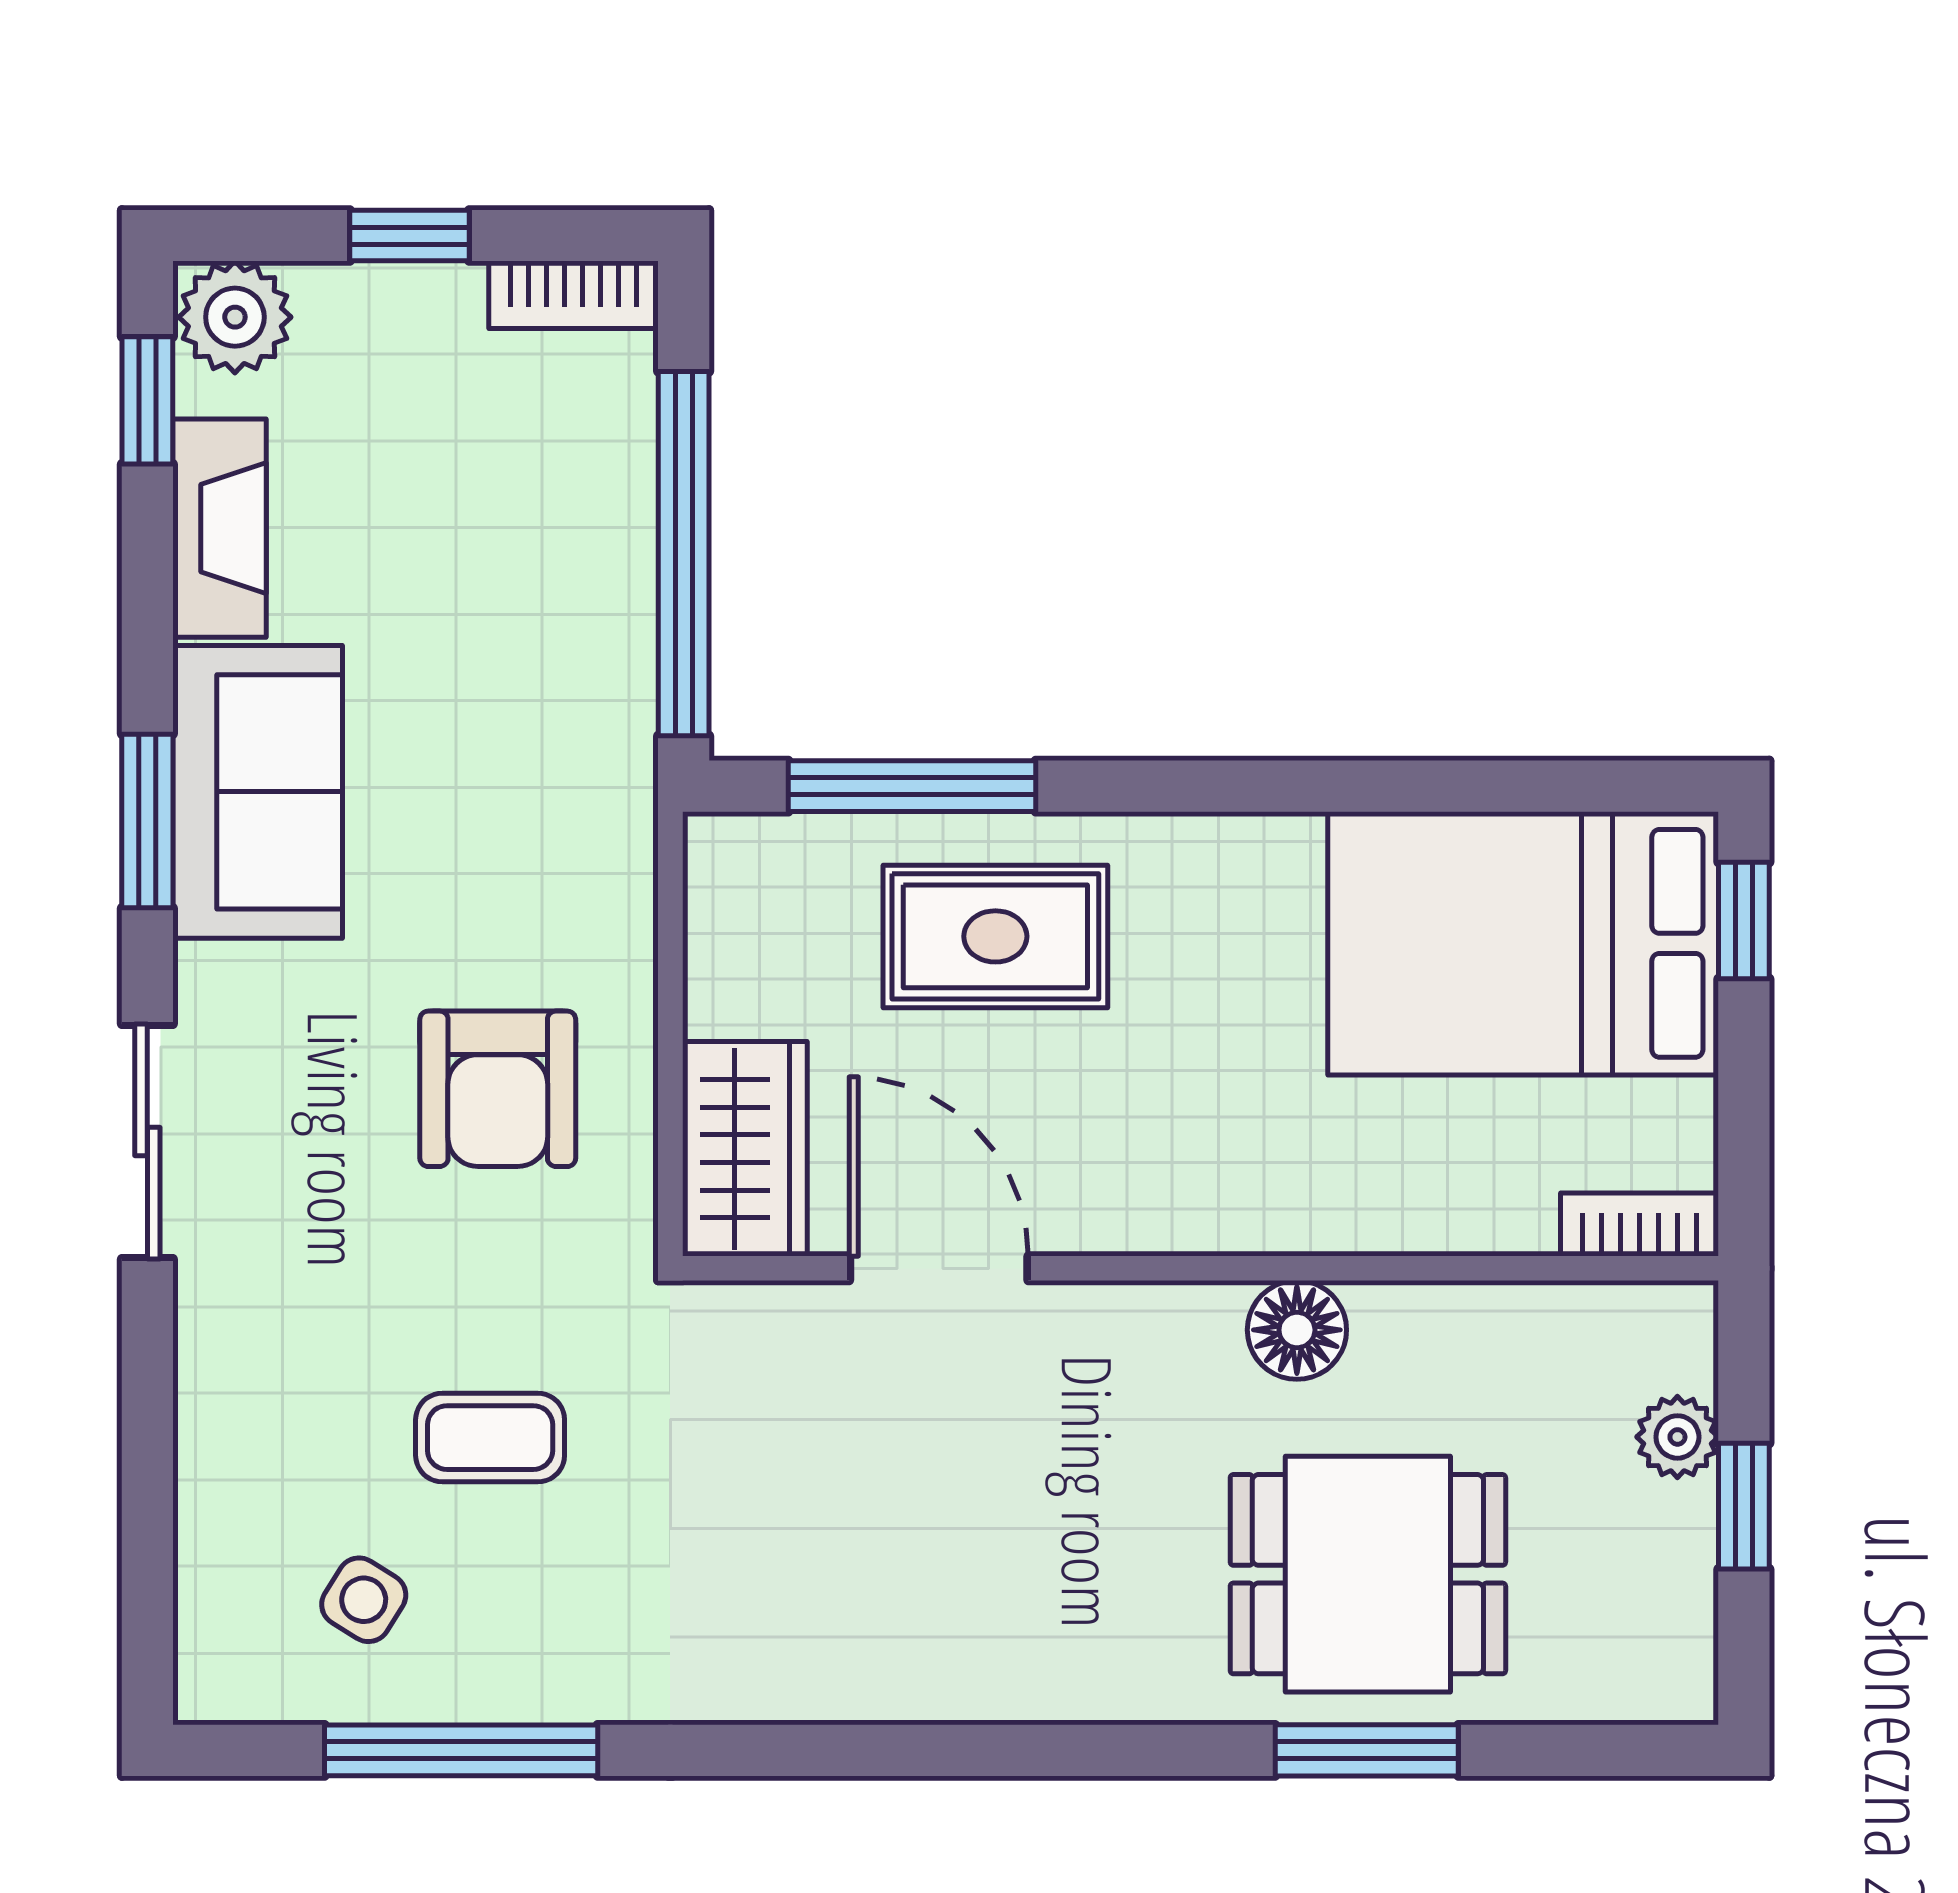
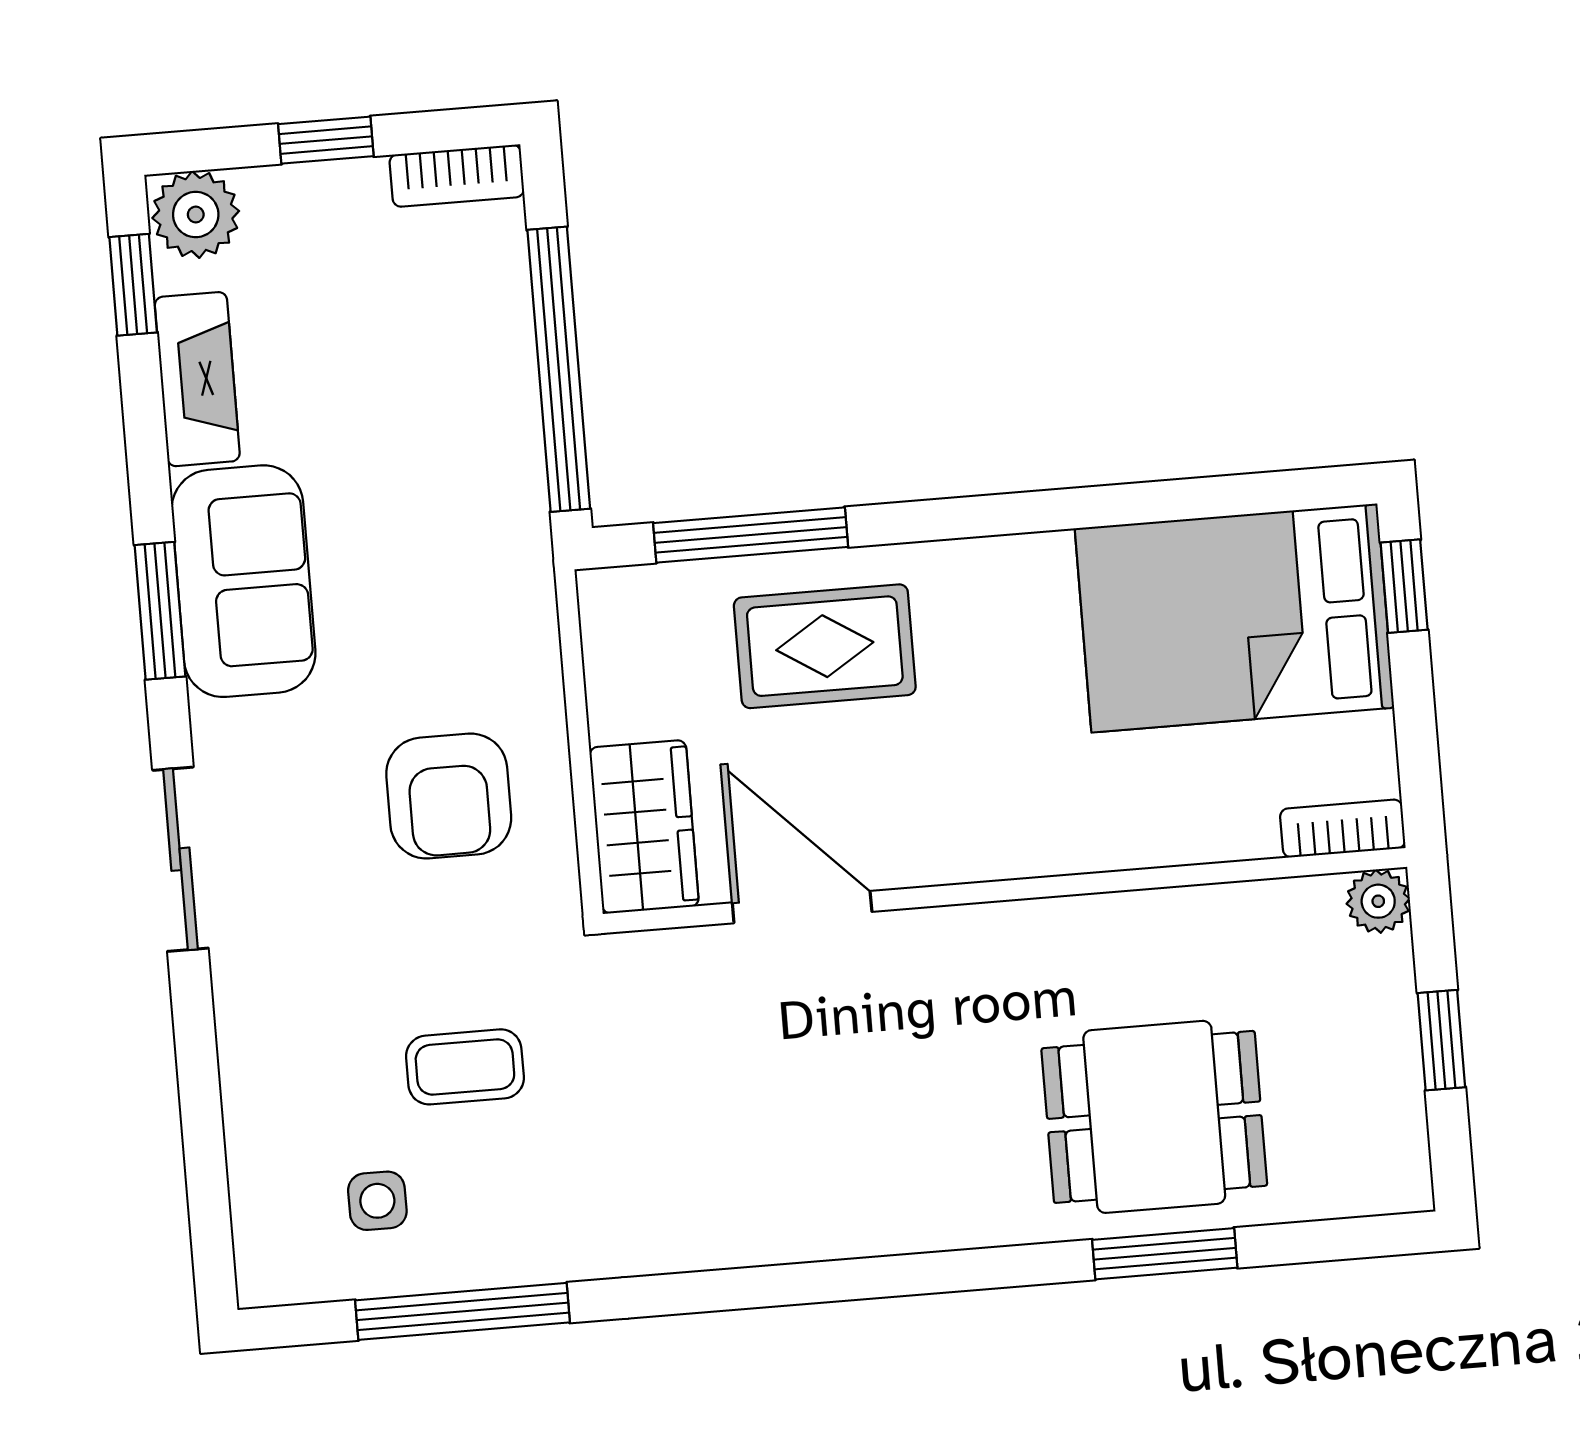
floor lamp: (1297, 1330) -> (1084, 932), removed
plant: (1677, 1437) -> (1378, 901), moved
side table: (364, 1600) -> (377, 1201), turned -32

